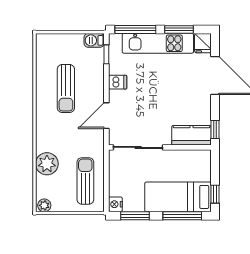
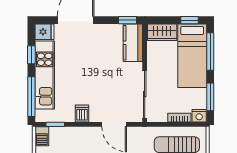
window: (179, 29) -> (31, 55), width x0.67
wardrobe: (202, 166) -> (162, 32), added
bookcase: (113, 184) -> (179, 118), added

